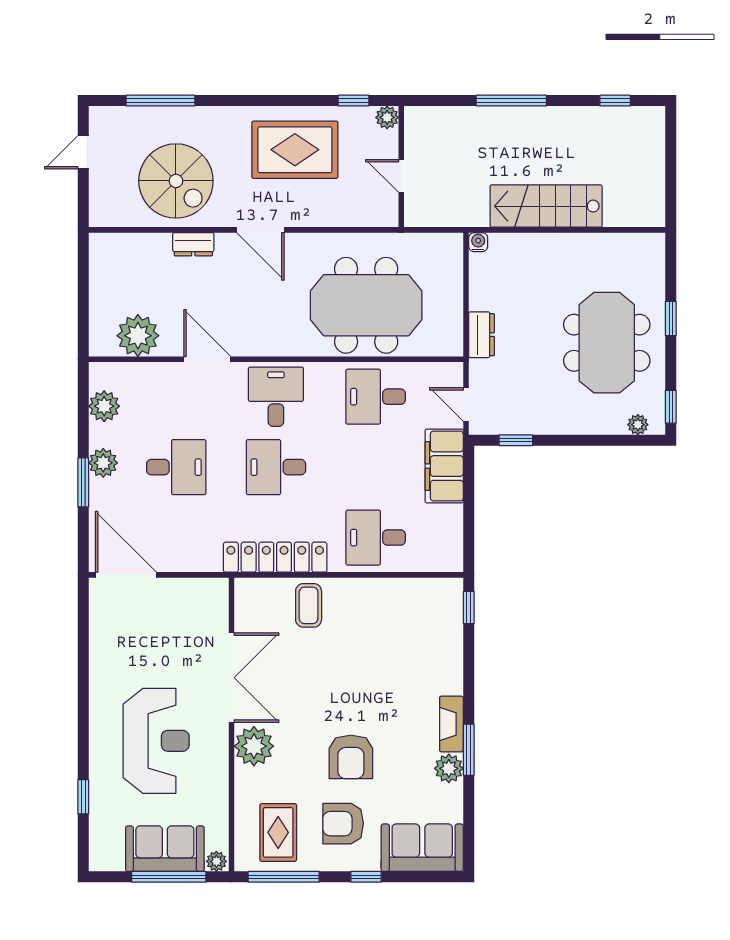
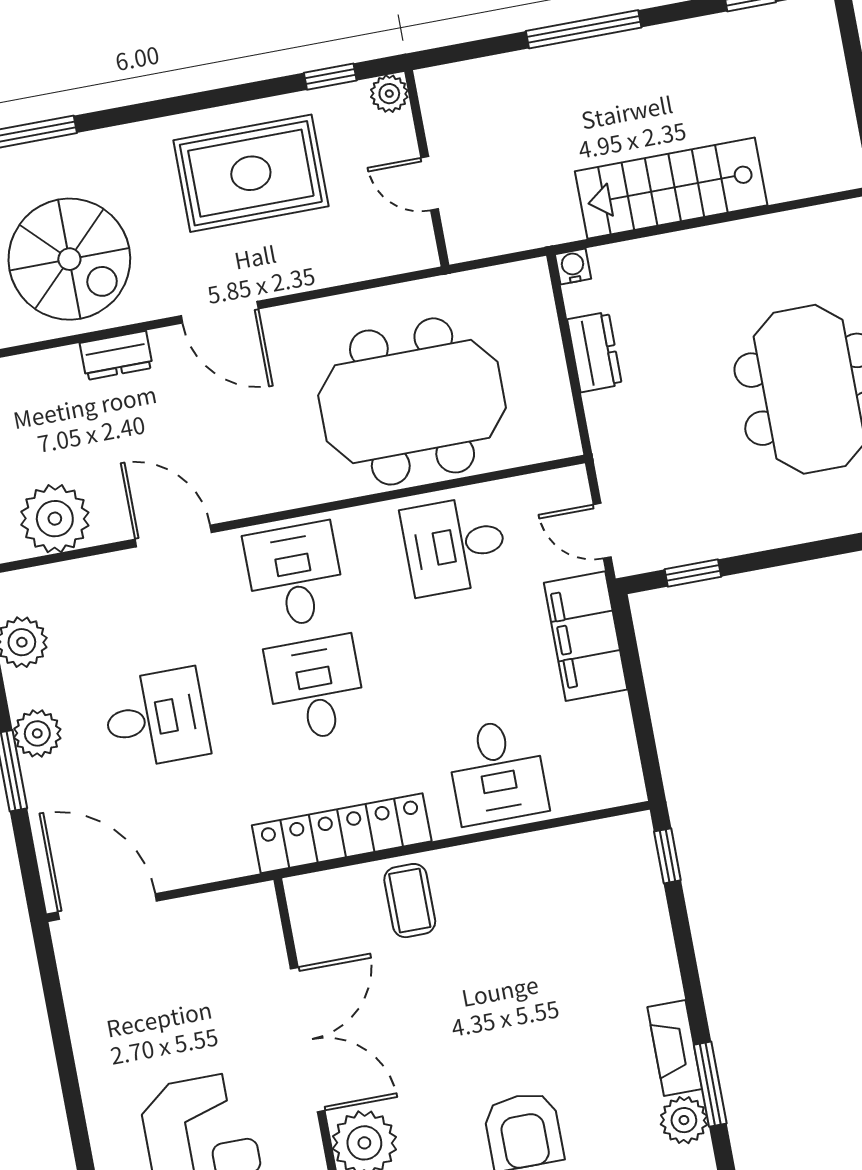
dresser: (482, 335) -> (594, 352), moved
desk: (276, 467) -> (316, 688), turned 90
desk: (376, 538) -> (497, 771), turned -90

